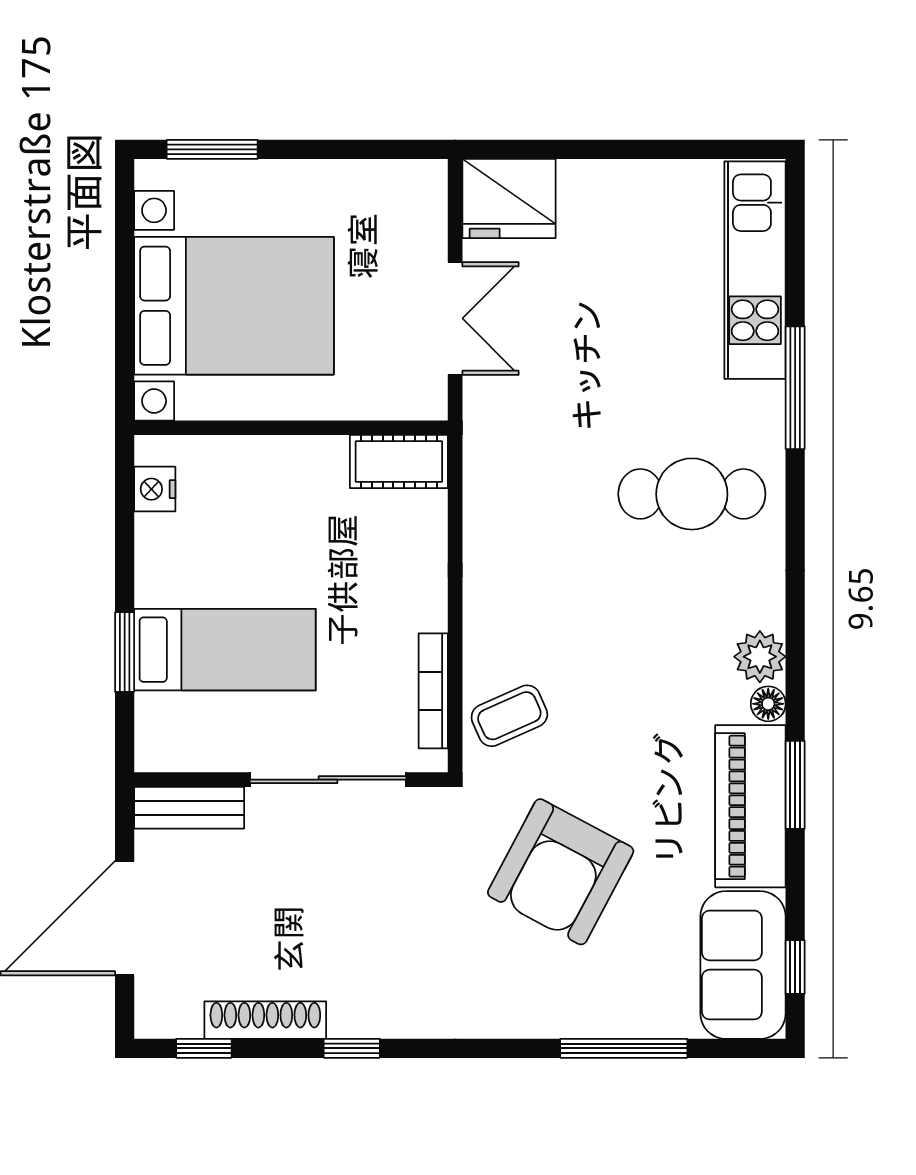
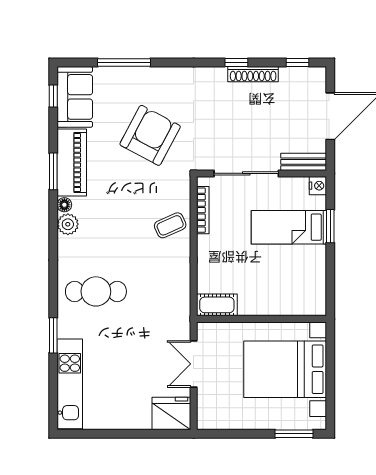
window: (795, 388) -> (53, 335), width x0.69
nightstand: (155, 489) -> (318, 186), moved
coffee table: (509, 716) -> (170, 225), moved
shoe rack: (265, 1020) -> (253, 74), moved

